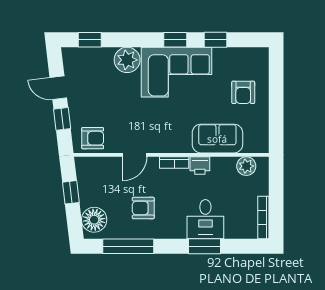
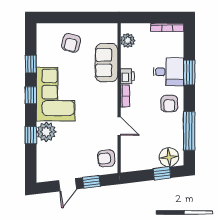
window: (90, 40) -> (31, 135), moved
armchair: (243, 92) -> (71, 43), turned 103
armchair: (93, 138) -> (106, 158), turned -96
window: (71, 192) -> (162, 173), moved
armchair: (143, 208) -> (169, 104), moved

